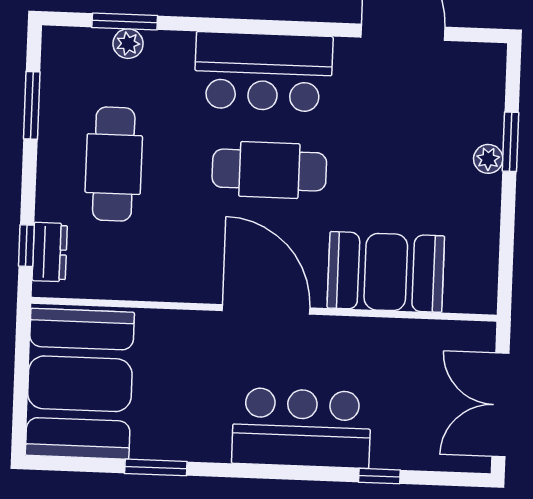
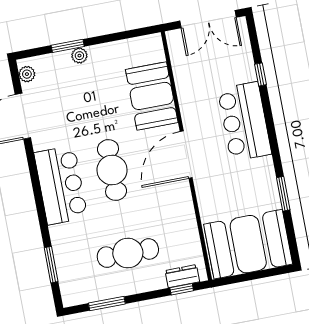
plant: (128, 44) -> (27, 74), moved

